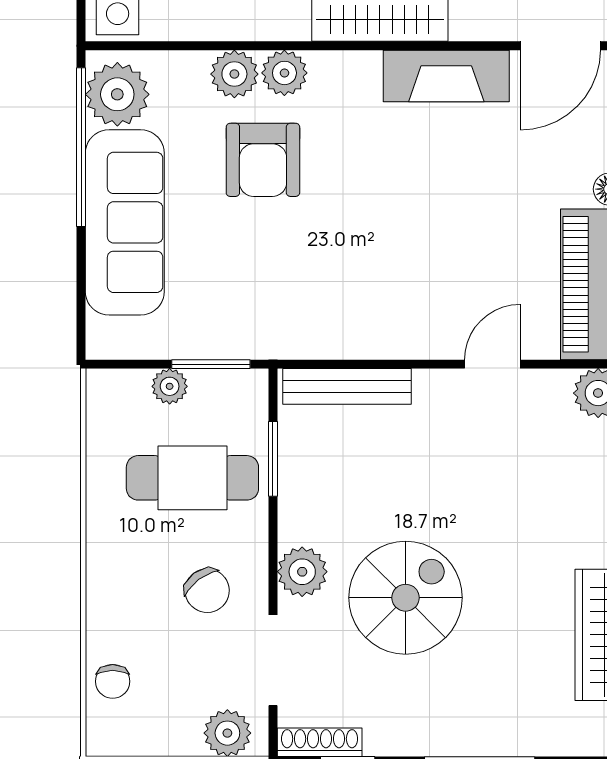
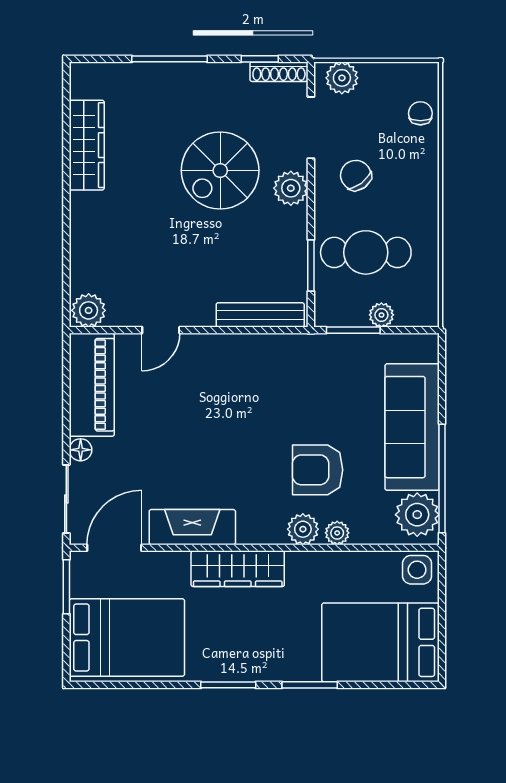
plant: (234, 74) -> (337, 533), width x0.73, depth x0.73
armchair: (263, 160) -> (318, 470), turned -90

